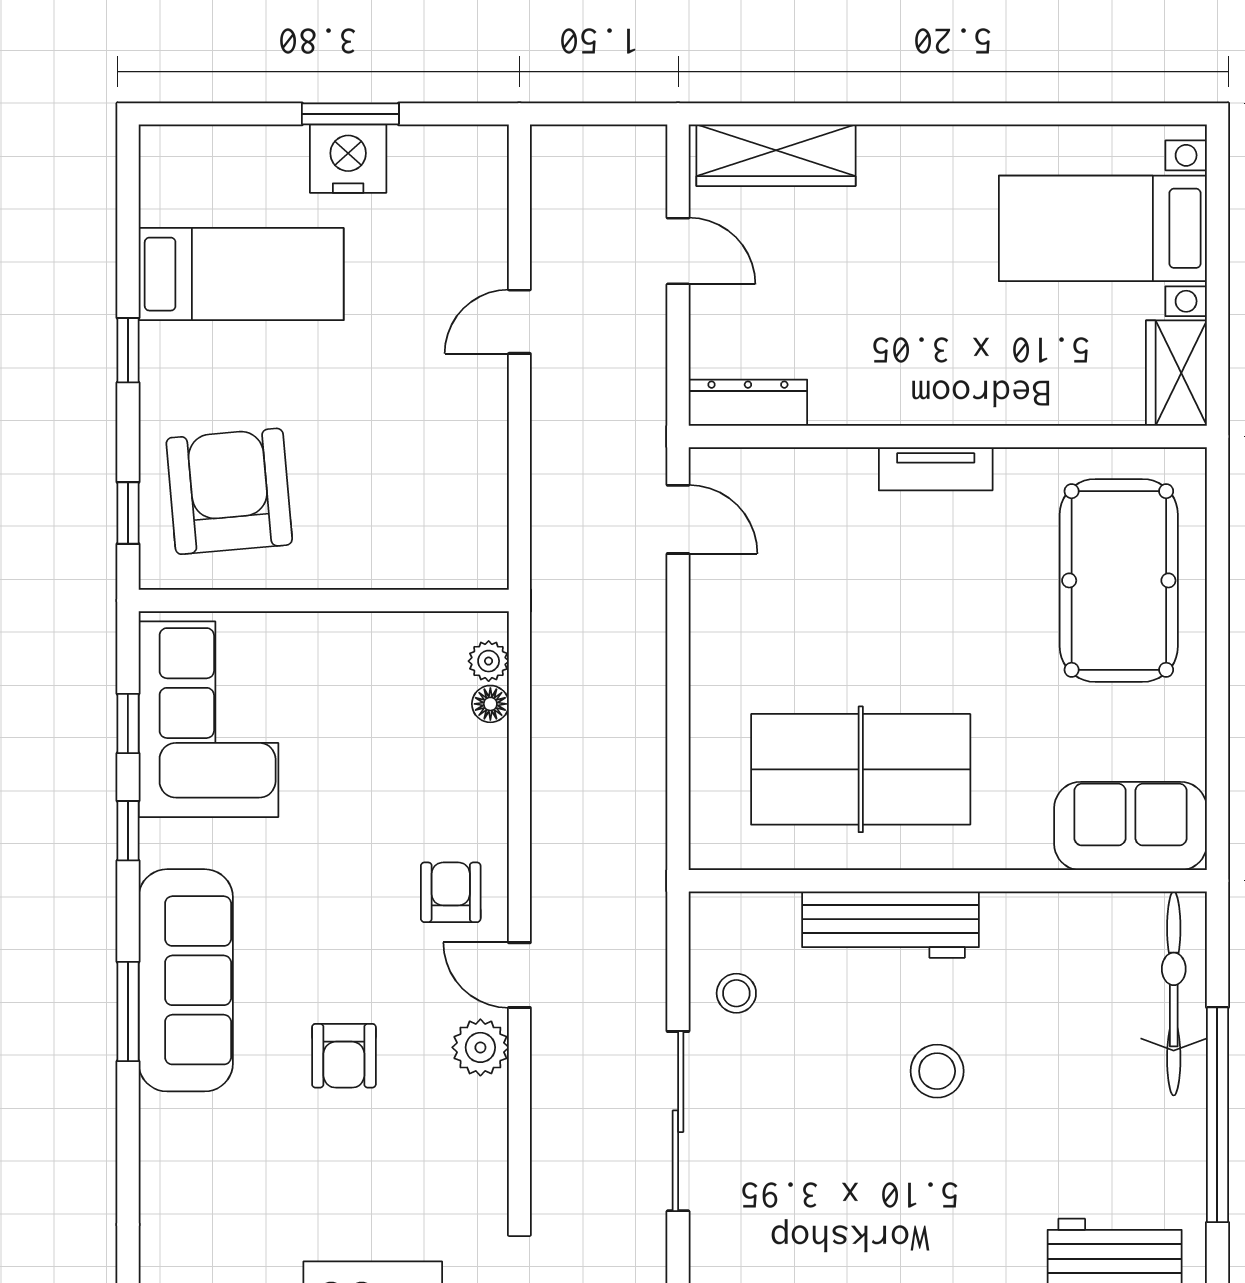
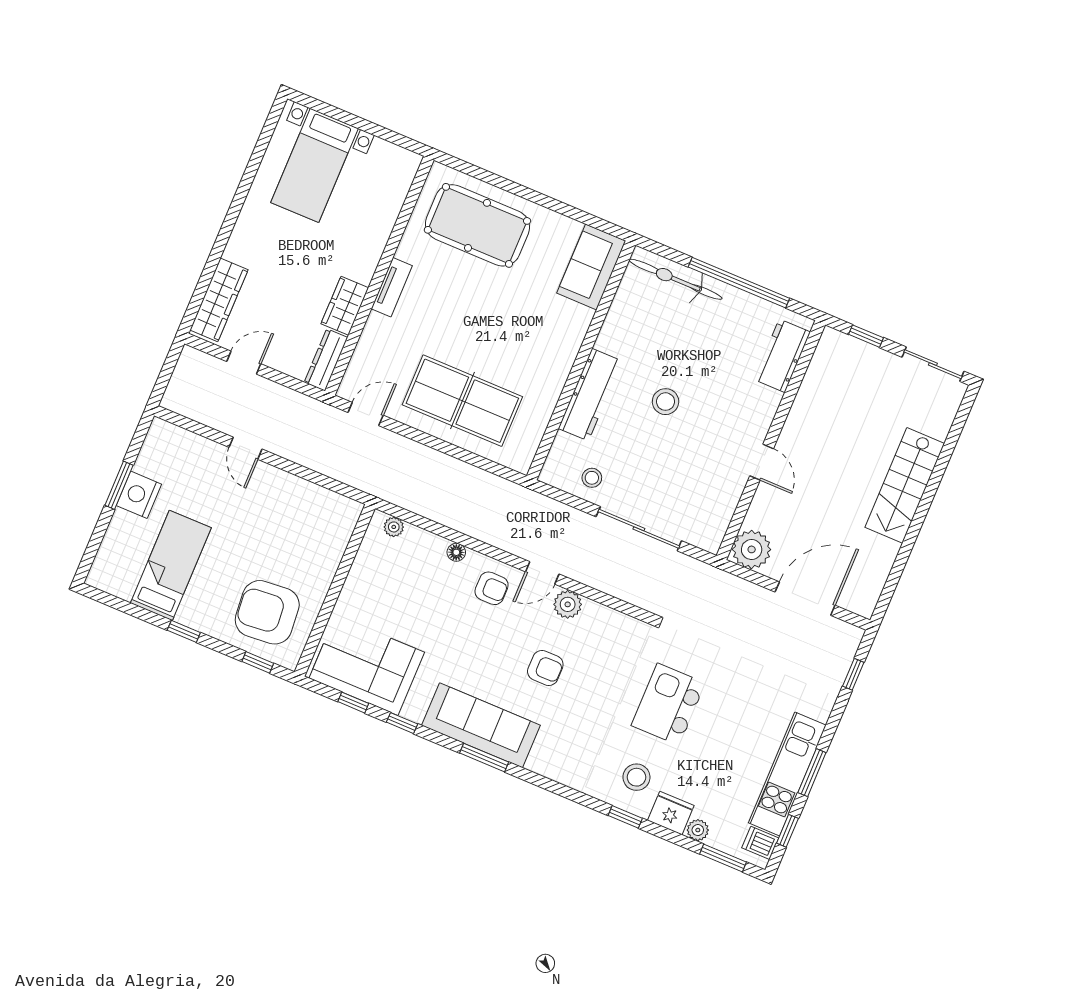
wardrobe: (1176, 373) -> (345, 306), moved, turned 90
floor lamp: (490, 704) -> (456, 552), moved
table tennis table: (861, 769) -> (462, 401), moved, turned 90
armchair: (451, 892) -> (492, 588), turned 180

